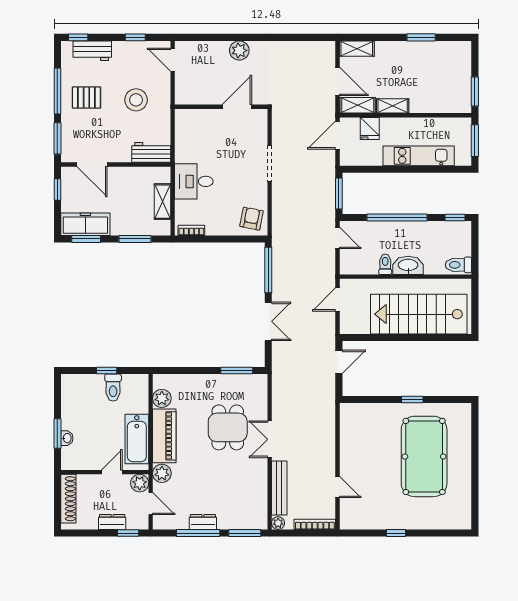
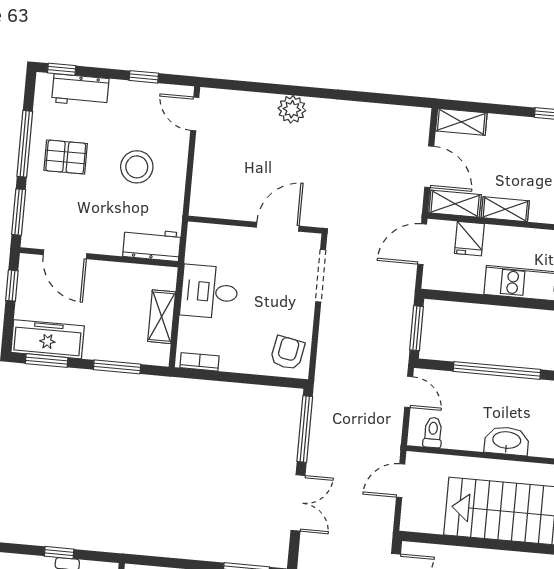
wall: (221, 107) -> (255, 225), moved
door: (237, 107) -> (278, 227), moved
toilet: (385, 264) -> (433, 432), moved

